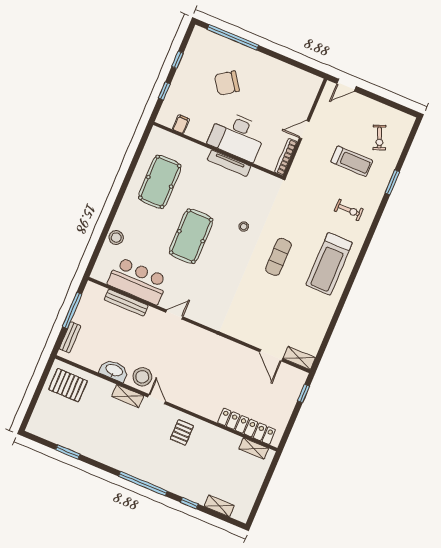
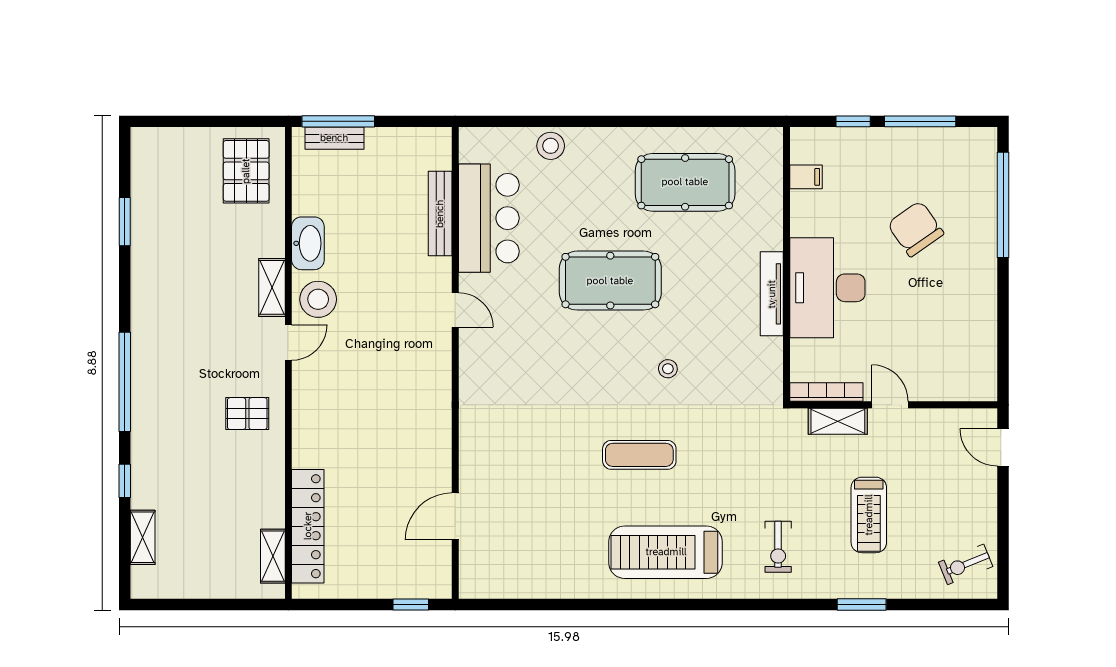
window: (177, 60) -> (920, 121), width x2.17
exercise bike: (379, 138) -> (966, 564), moved
window: (72, 310) -> (338, 121), moved
shelving: (299, 358) -> (838, 421), moved, turned 90

